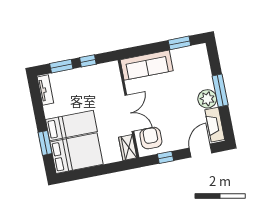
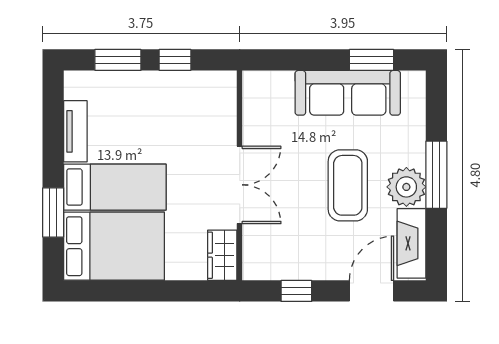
sofa: (147, 65) -> (348, 93), moved
tv unit: (45, 90) -> (75, 131), moved
coffee table: (180, 103) -> (348, 185), added
armchair: (151, 138) -> (274, 245), removed

